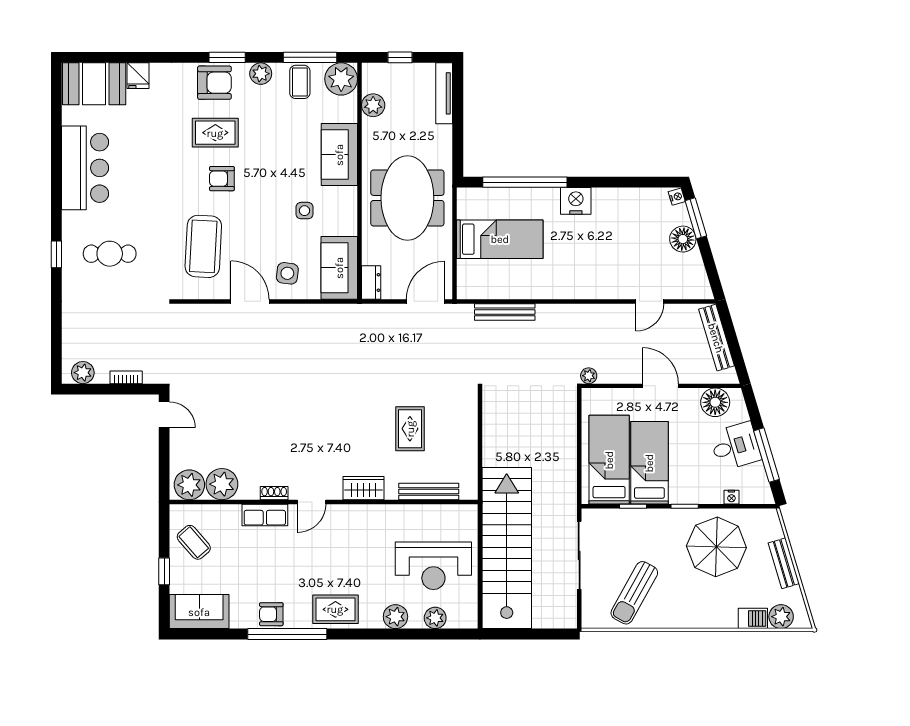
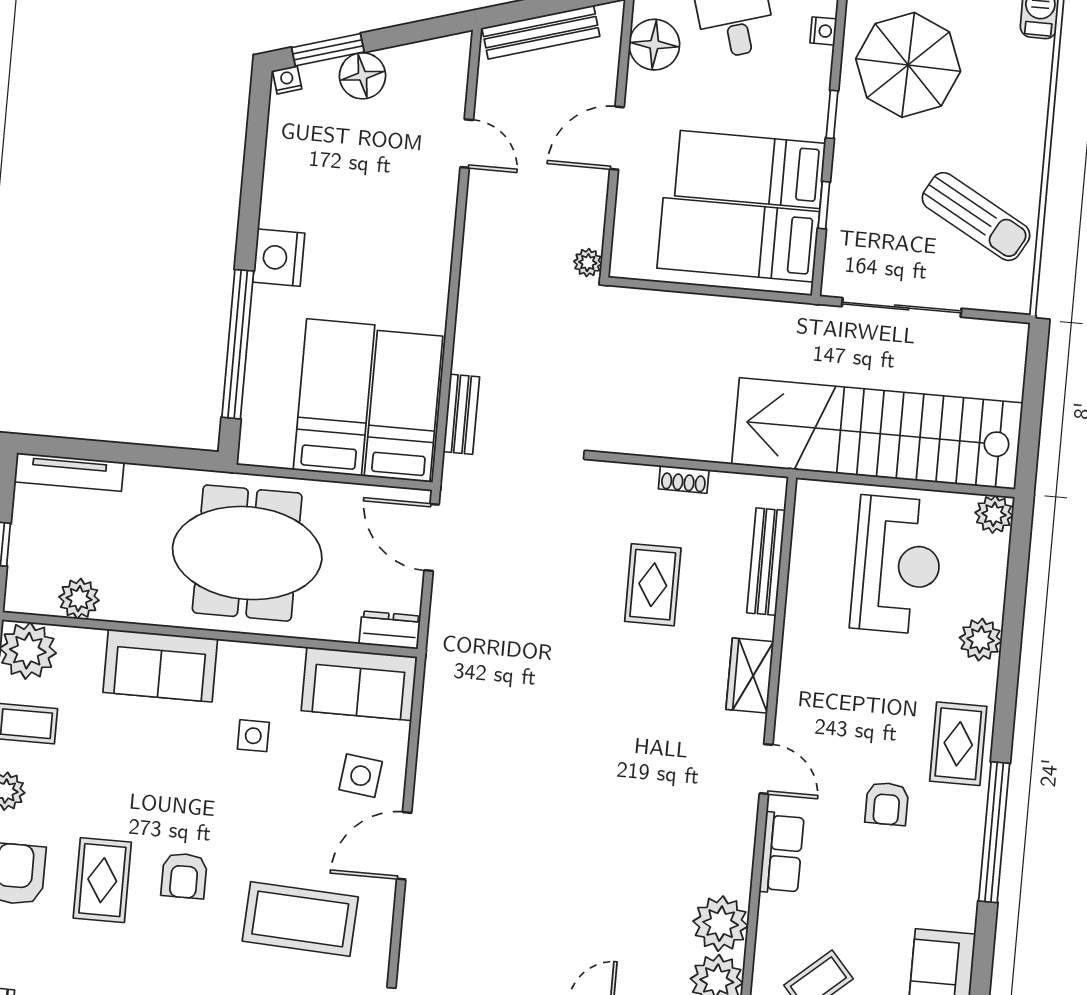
bed: (498, 279) -> (404, 406), added
bench: (505, 312) -> (461, 414), width x0.73
rug: (410, 429) -> (653, 585), turned 90
shoe rack: (274, 493) -> (684, 479), moved, turned -90
armchair: (271, 614) -> (887, 804), moved
plant: (435, 618) -> (994, 514), moved

